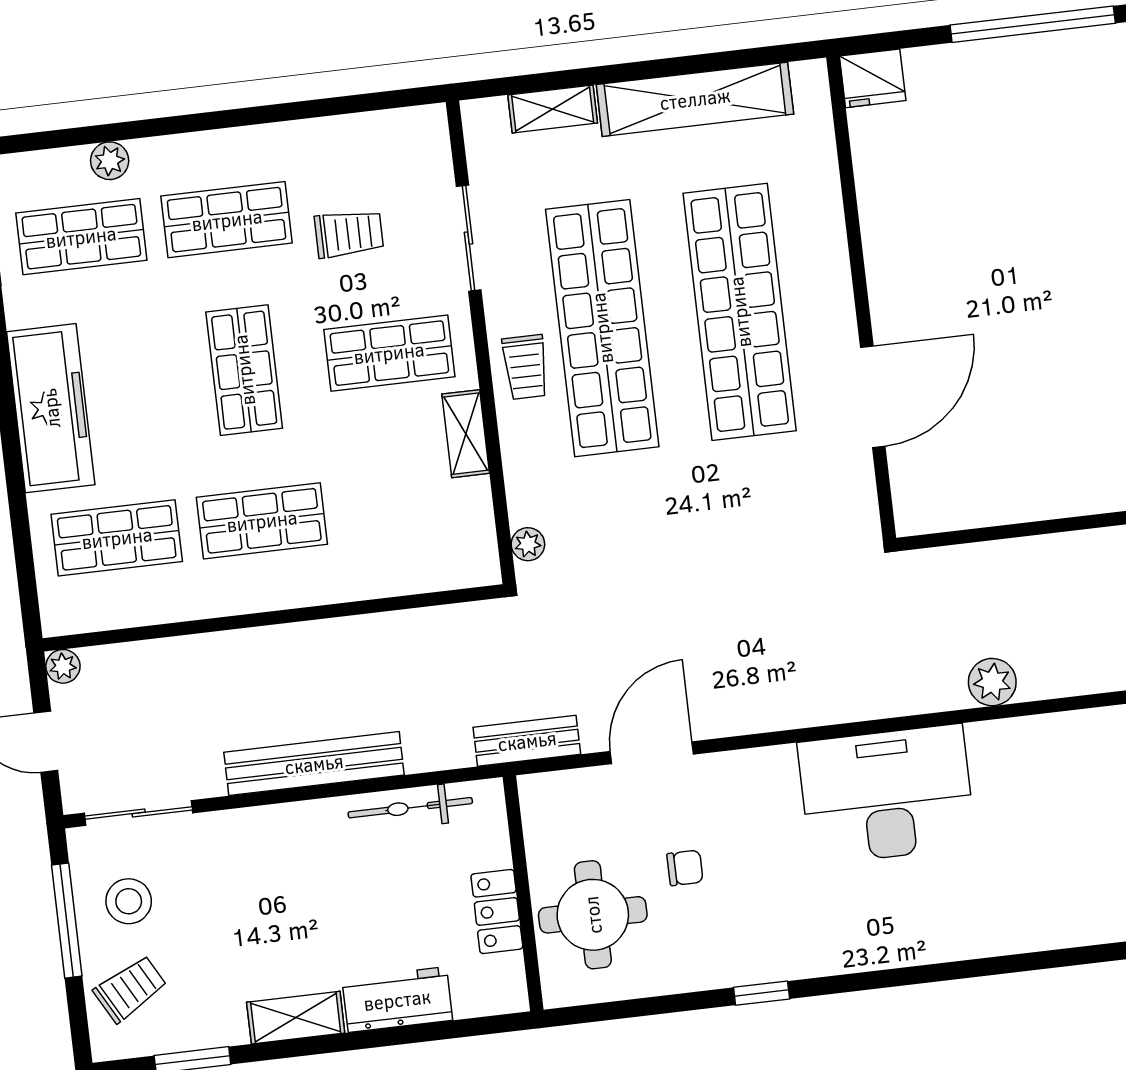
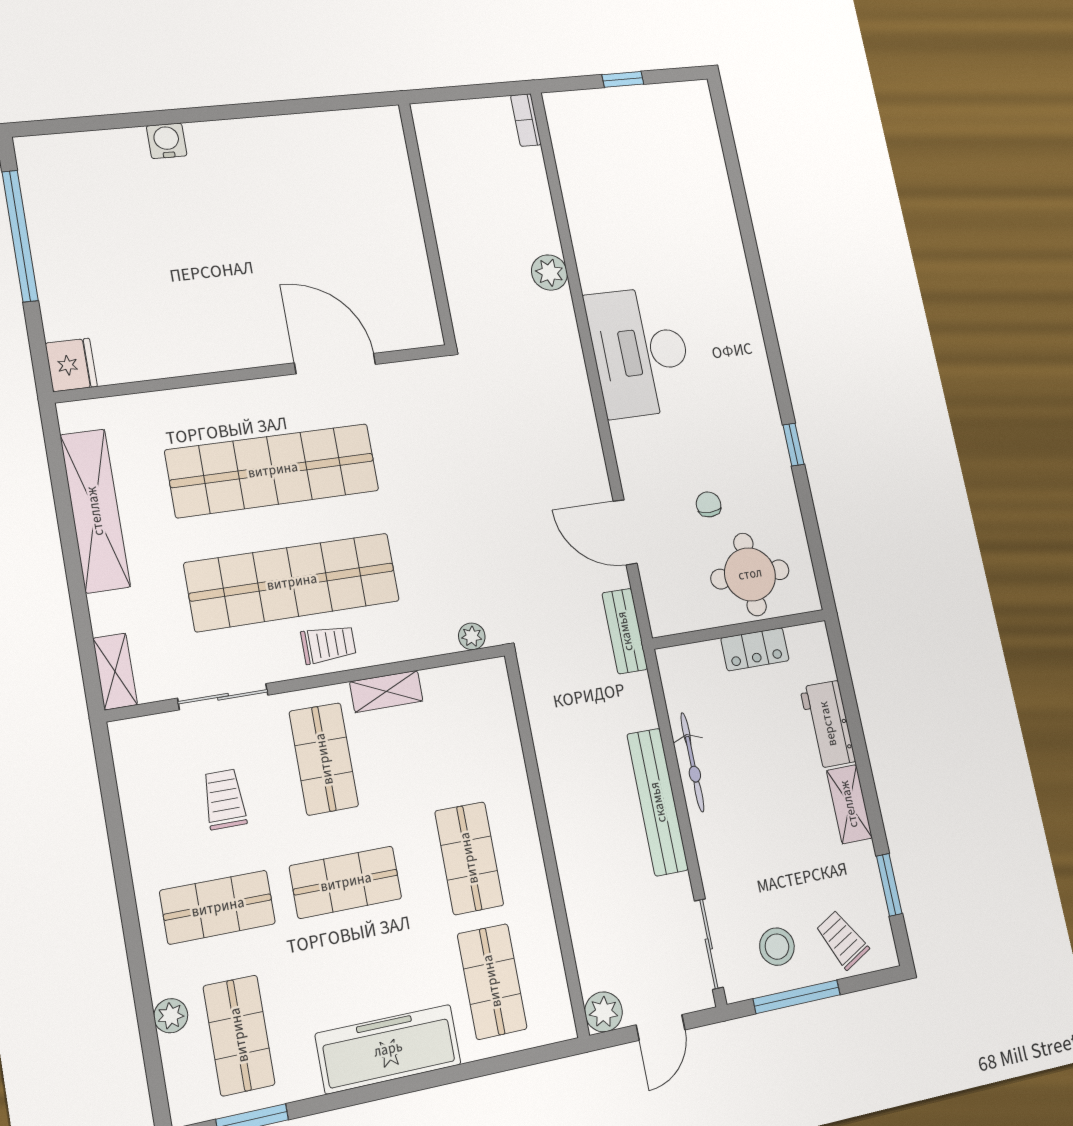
shelving: (553, 109) -> (115, 671), moved
shop shelf: (227, 220) -> (218, 907), turned 90
plant: (63, 666) -> (604, 1012), width x1.38, depth x1.38
bicycle: (410, 808) -> (692, 762), moved

